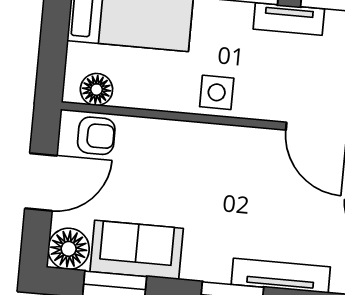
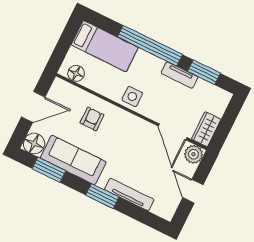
armchair: (96, 136) -> (92, 119), moved, turned -90
sofa: (137, 250) -> (73, 160), width x1.36

